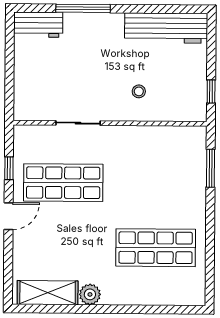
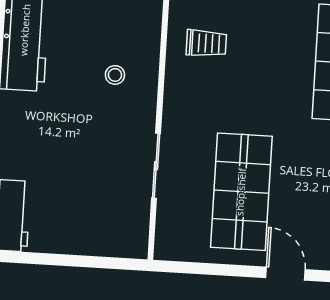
trolley: (164, 153) -> (206, 43), added
window: (9, 168) -> (216, 269), removed

